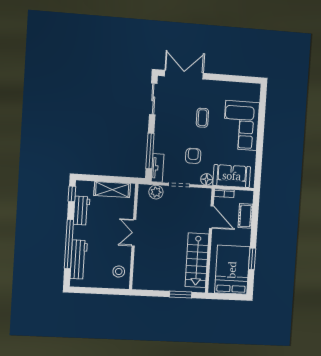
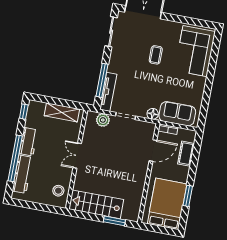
corner sofa: (241, 125) -> (195, 51), moved
armchair: (193, 156) -> (142, 90), removed
tv unit: (158, 168) -> (108, 92), width x1.41
workbench: (82, 211) -> (28, 142), moved
door: (211, 217) -> (153, 151), hinge flipped
stairs: (197, 260) -> (96, 204), moved, turned 90

